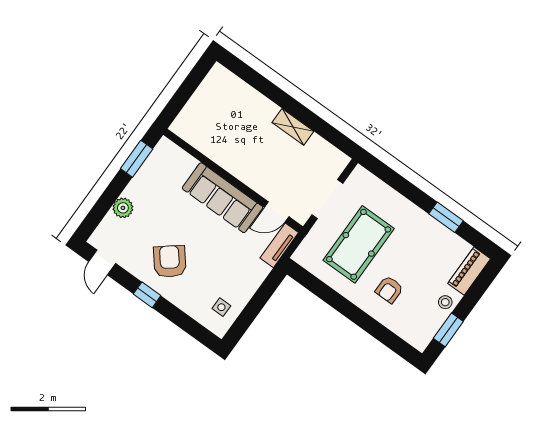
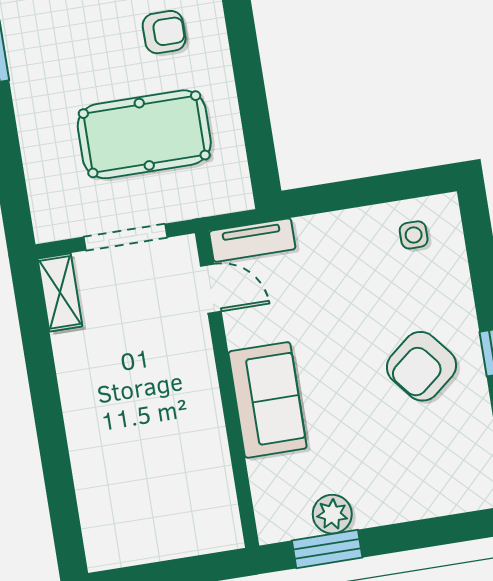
shelving: (293, 127) -> (60, 292), moved
sofa: (222, 198) -> (268, 400), width x0.73
plant: (123, 208) -> (332, 514), moved

